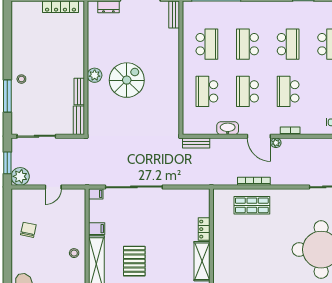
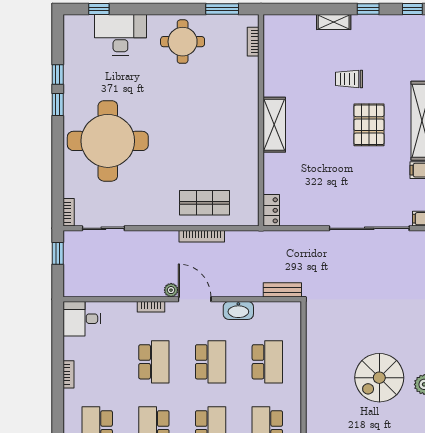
locker: (204, 229) -> (271, 210), moved

